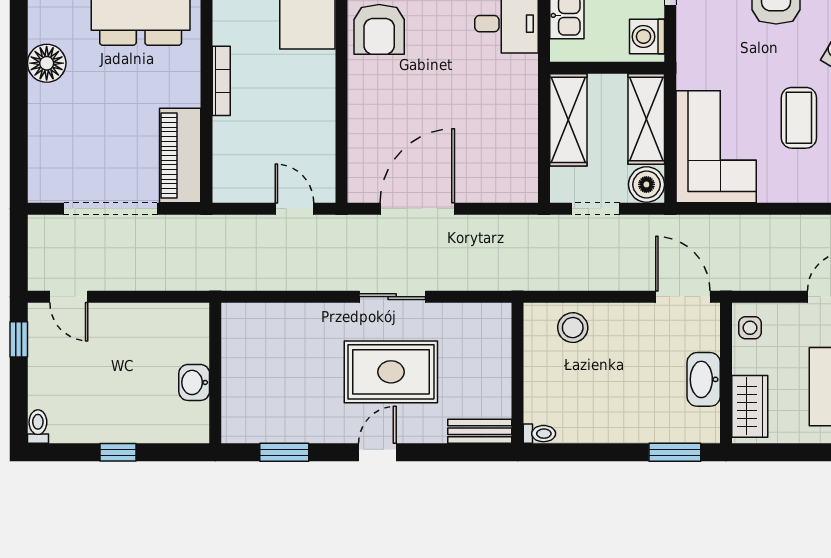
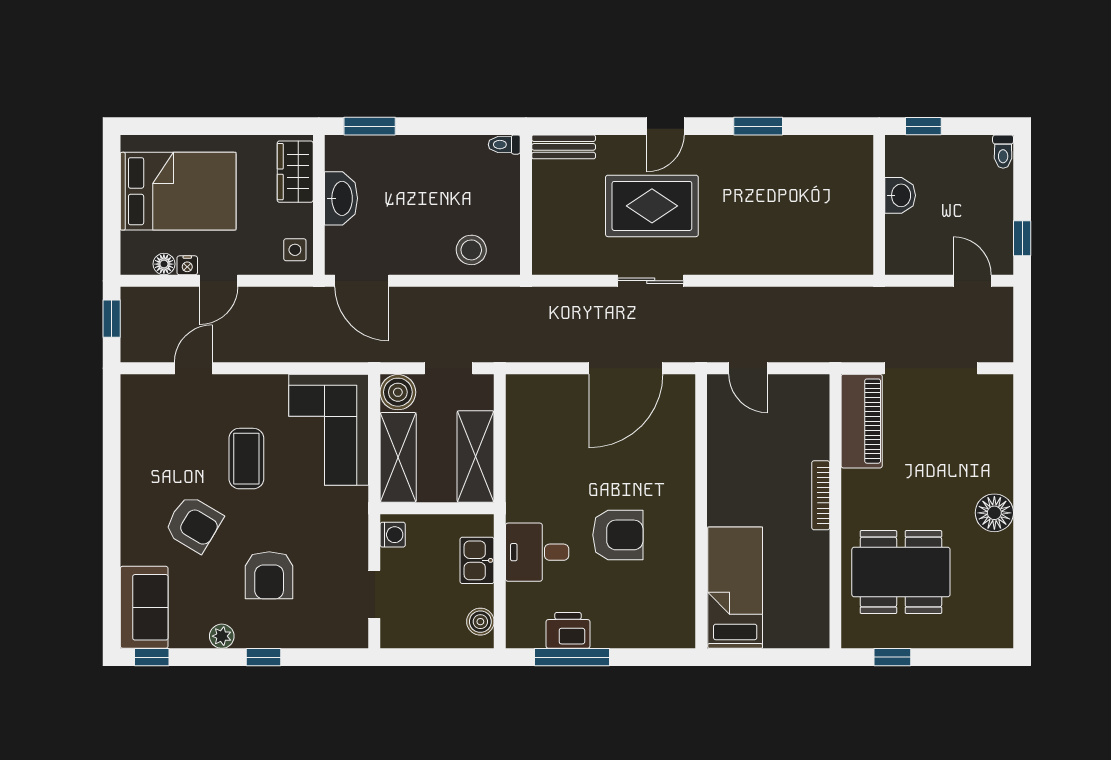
armchair: (379, 29) -> (618, 535), moved, turned 90
washing machine: (647, 37) -> (393, 535), width x0.73, depth x0.73
wall: (215, 373) -> (879, 205), moved
washbasin: (194, 382) -> (900, 195), moved

